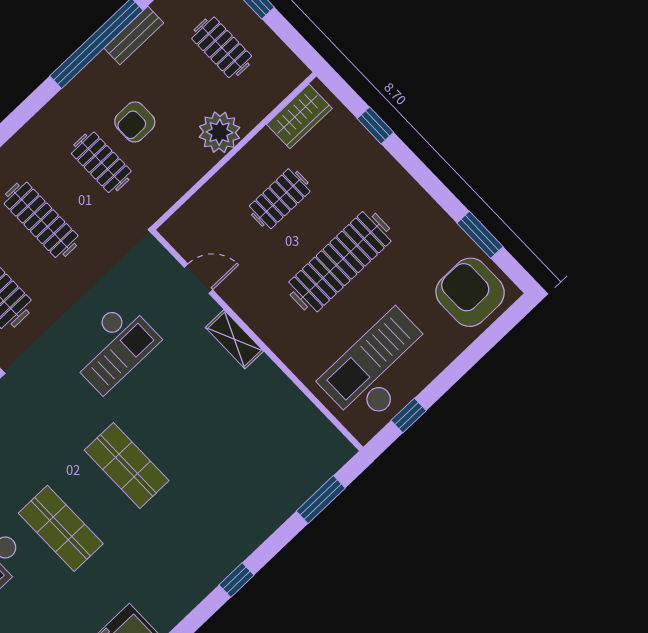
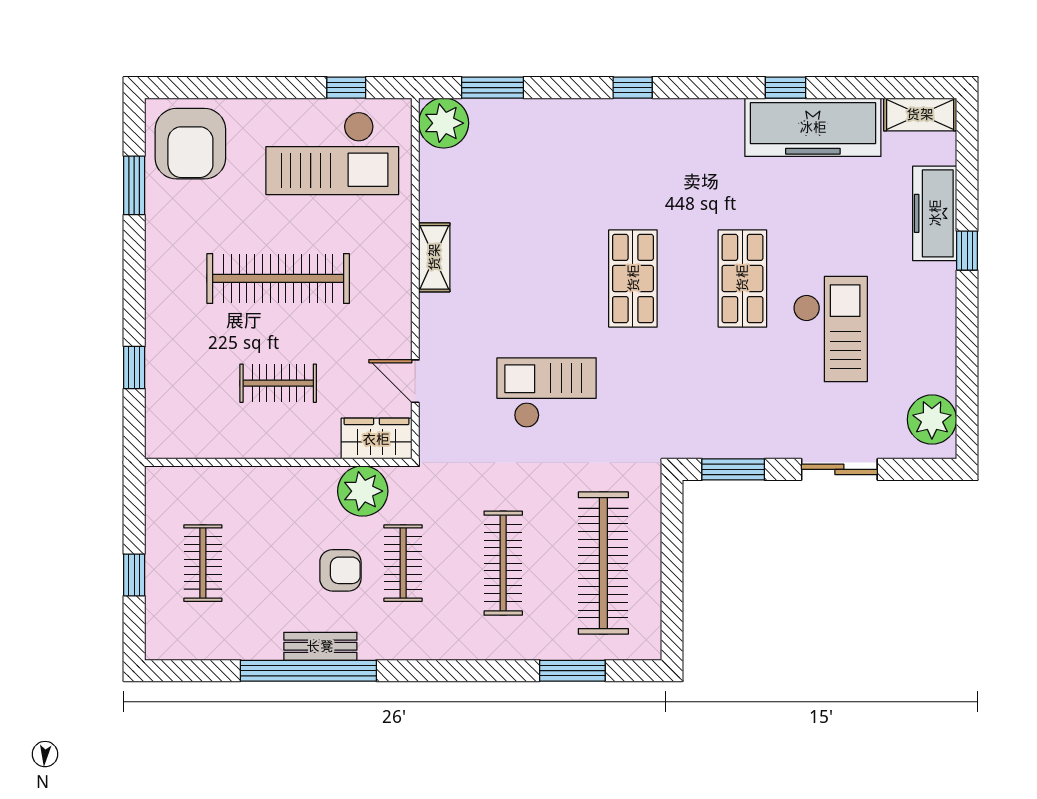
bench: (134, 35) -> (320, 646), moved
wardrobe: (299, 116) -> (376, 439), moved
plant: (219, 132) -> (363, 491), moved
shelving: (234, 339) -> (434, 257), moved
plant: (330, 450) -> (444, 123), added

